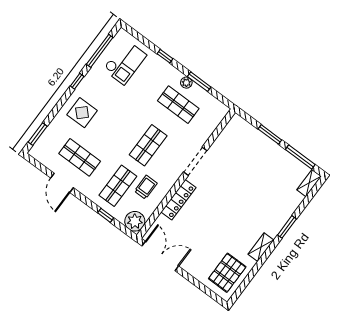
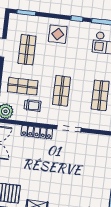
shop shelf: (148, 145) -> (61, 91), turned 90

